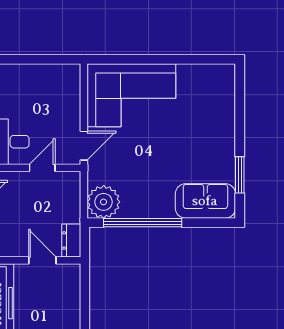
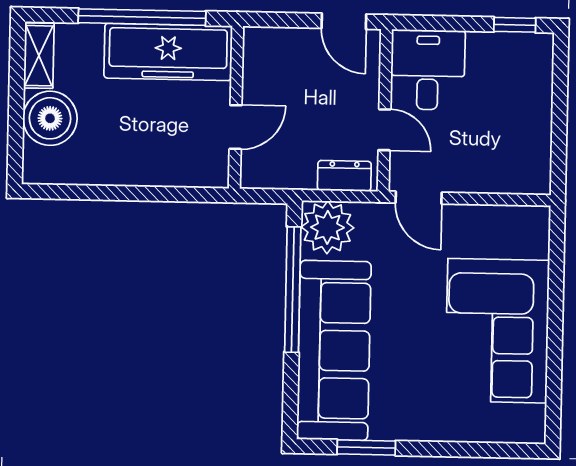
corner sofa: (131, 95) -> (497, 331), moved
sofa: (205, 201) -> (334, 350), width x1.85, depth x1.27
dresser: (71, 240) -> (344, 176), moved

